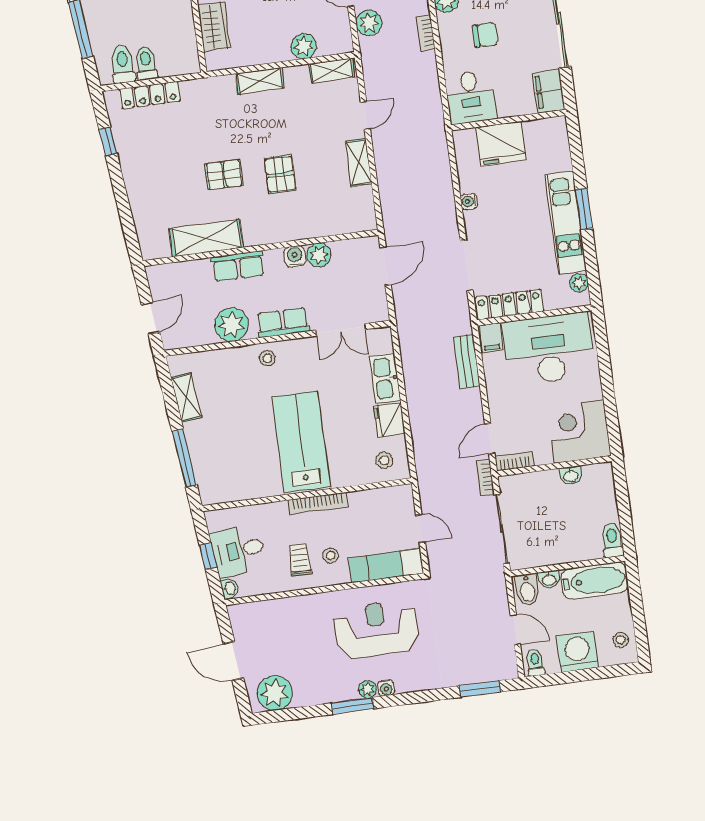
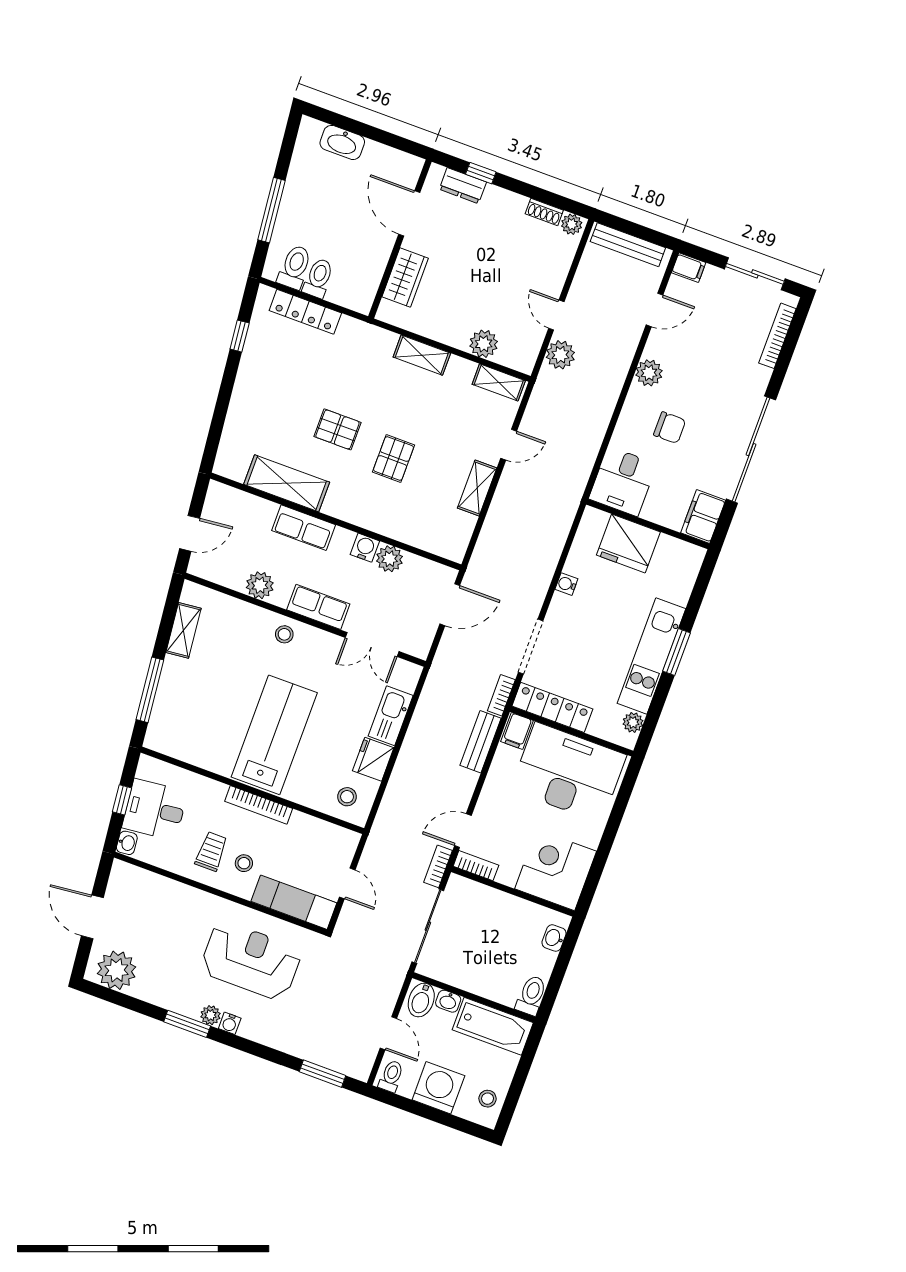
bookcase: (426, 33) -> (501, 695), moved
plant: (231, 325) -> (260, 585), width x0.73, depth x0.73
washbasin: (571, 476) -> (554, 938), moved, turned 90

